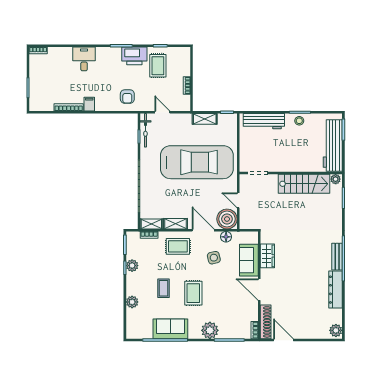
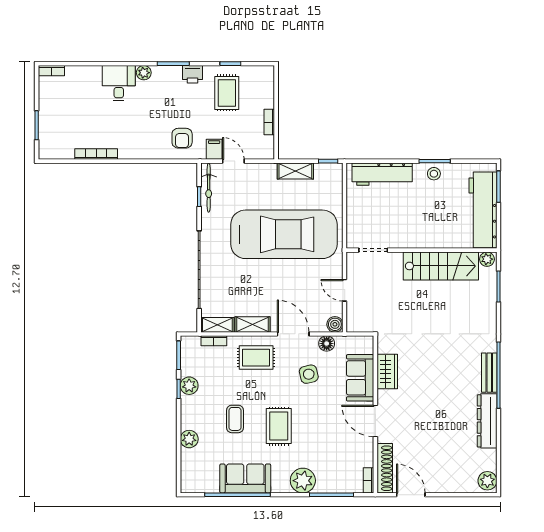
plant: (101, 52) -> (144, 73), added
printer: (134, 56) -> (192, 74), width x0.53, depth x0.68
filing cabinet: (89, 104) -> (214, 149), moved
boiler: (227, 219) -> (335, 324), width x0.54, depth x0.54

